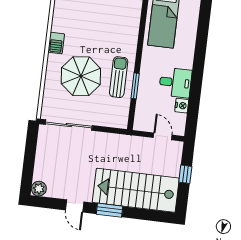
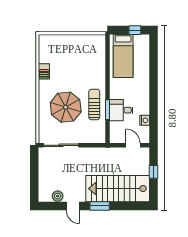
barbecue: (56, 43) -> (44, 71), moved
desk: (175, 83) -> (121, 110), moved, turned 180
plant: (39, 189) -> (58, 196), moved

